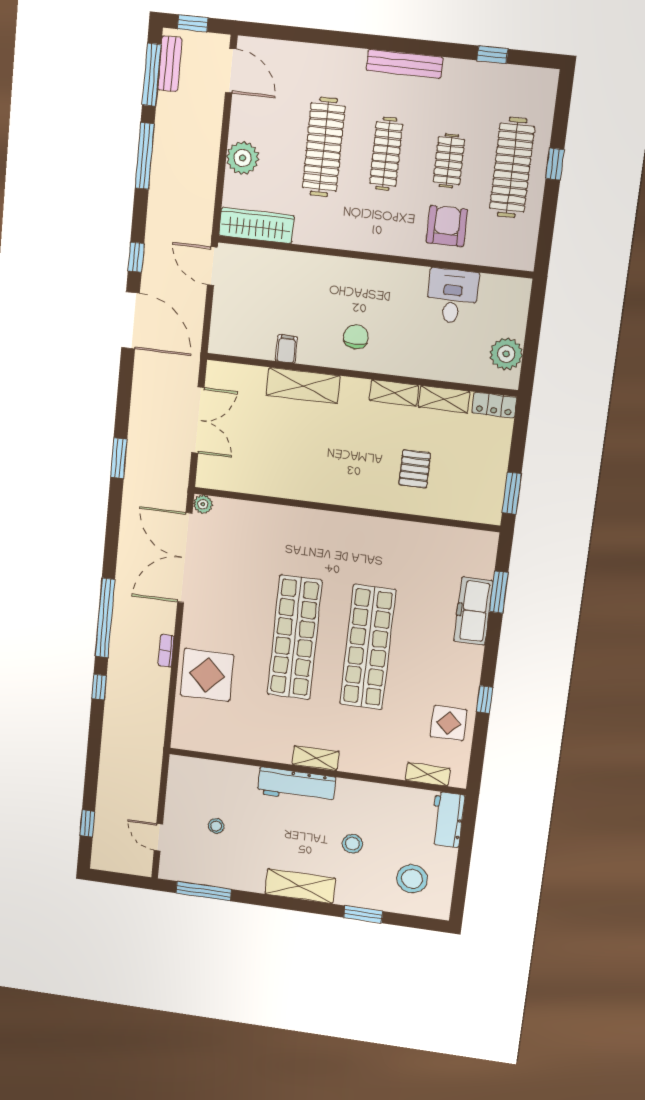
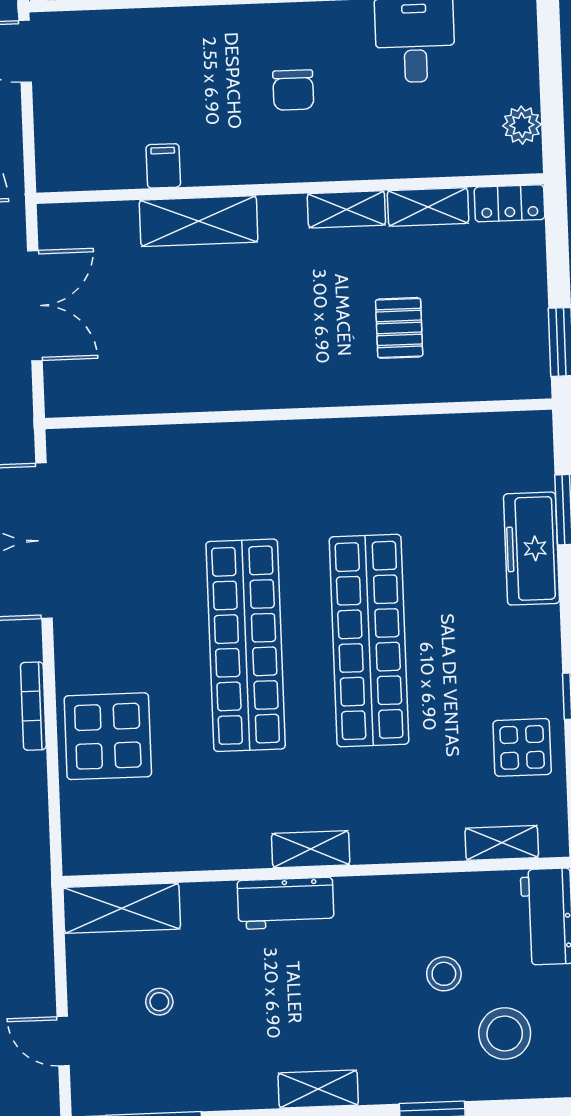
chair: (356, 337) -> (293, 90), moved, turned 180
plant: (506, 354) -> (522, 125), width x0.73, depth x0.73
plant: (203, 504) -> (62, 445), removed
bookcase: (166, 651) -> (33, 706), width x1.56
shelving: (202, 771) -> (122, 908), added
workbench: (296, 785) -> (286, 903), width x0.73
stool: (352, 844) -> (444, 974), moved
shelving: (300, 886) -> (318, 1089), width x0.67, depth x0.75

